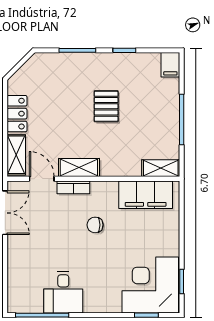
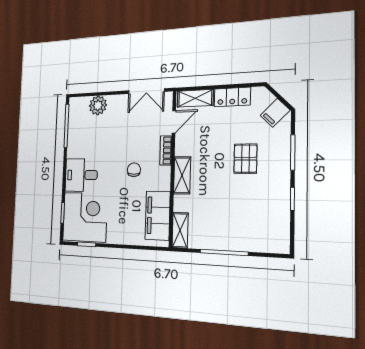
filing cabinet: (170, 65) -> (275, 113), moved, turned -45
pallet: (106, 106) -> (245, 159), moved, turned 90
shelving: (79, 168) -> (182, 175), moved
plant: (19, 274) -> (98, 105), added
desk: (63, 292) -> (81, 175), moved

